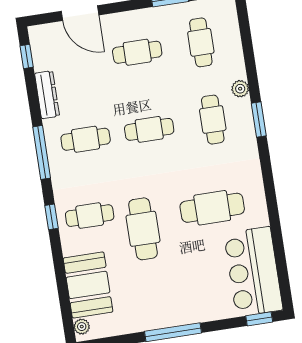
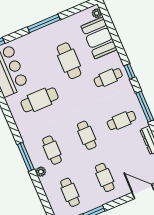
cafe table: (137, 52) -> (105, 177), turned 90
window: (259, 120) -> (26, 157), width x1.44
cafe table: (149, 129) -> (87, 135), turned 90
cafe table: (143, 229) -> (69, 61), moved

